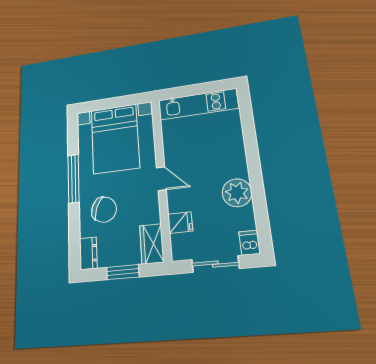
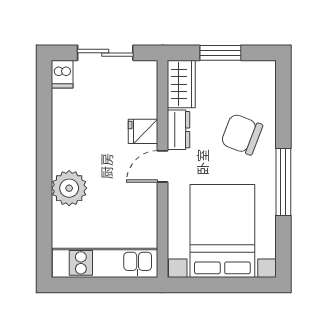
door: (161, 179) -> (162, 166), hinge flipped
plant: (237, 193) -> (69, 188), moved
fridge: (180, 223) -> (143, 131), moved
dresser: (88, 253) -> (178, 130), moved, turned 180

